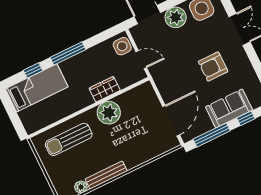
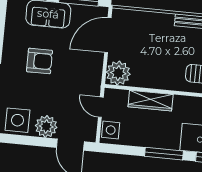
wardrobe: (105, 89) -> (151, 101), width x1.50
plant: (109, 113) -> (118, 73), moved

